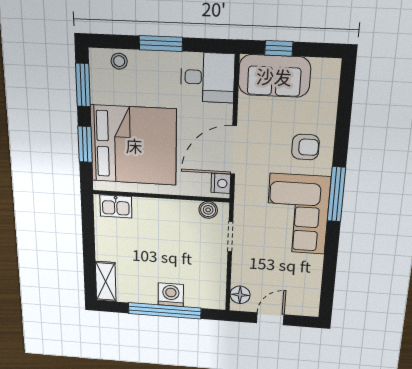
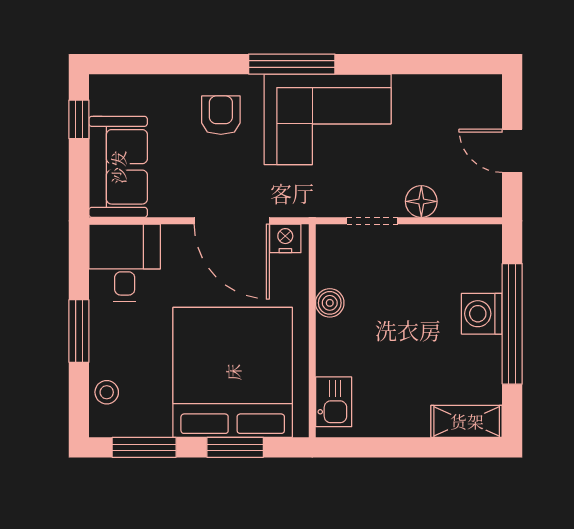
window: (279, 48) -> (79, 119), moved
boiler: (208, 210) -> (330, 303), moved
floor lamp: (240, 295) -> (421, 201), moved

